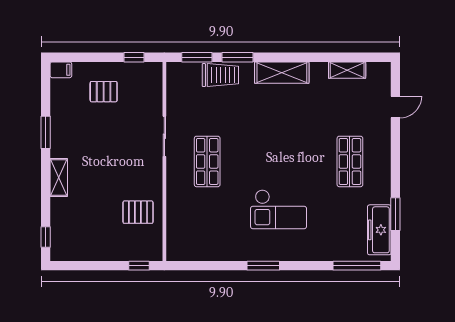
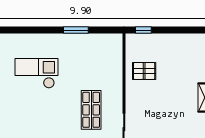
window: (263, 266) -> (76, 30), moved

